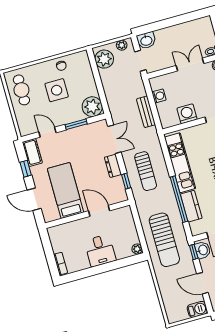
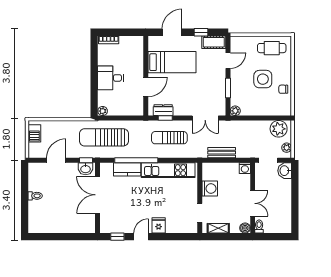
washing machine: (159, 96) -> (245, 168), moved
plant: (92, 107) -> (235, 111), width x0.53, depth x0.53
dresser: (113, 166) -> (163, 110), moved
barbecue: (197, 309) -> (34, 133), moved

